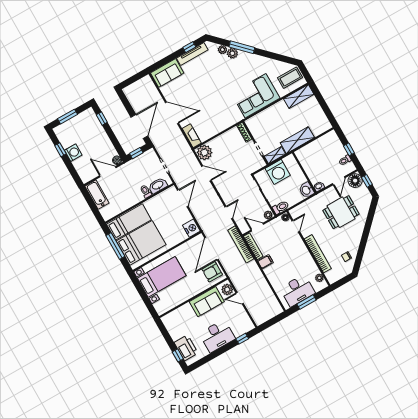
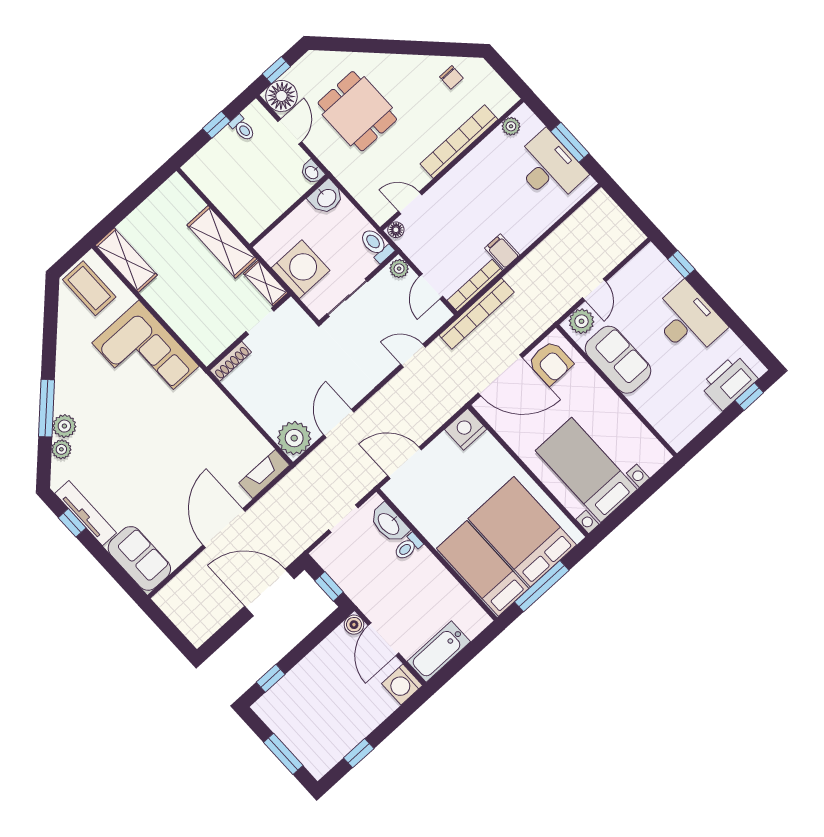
washing machine: (73, 153) -> (402, 685), moved, turned -90
door: (339, 181) -> (290, 132), hinge flipped

